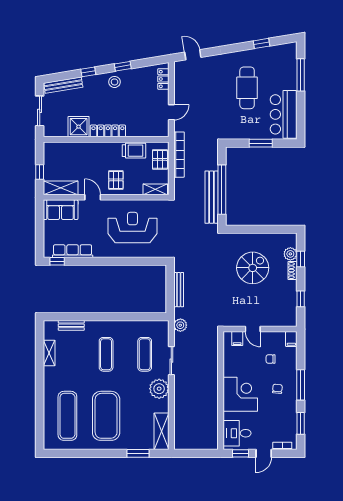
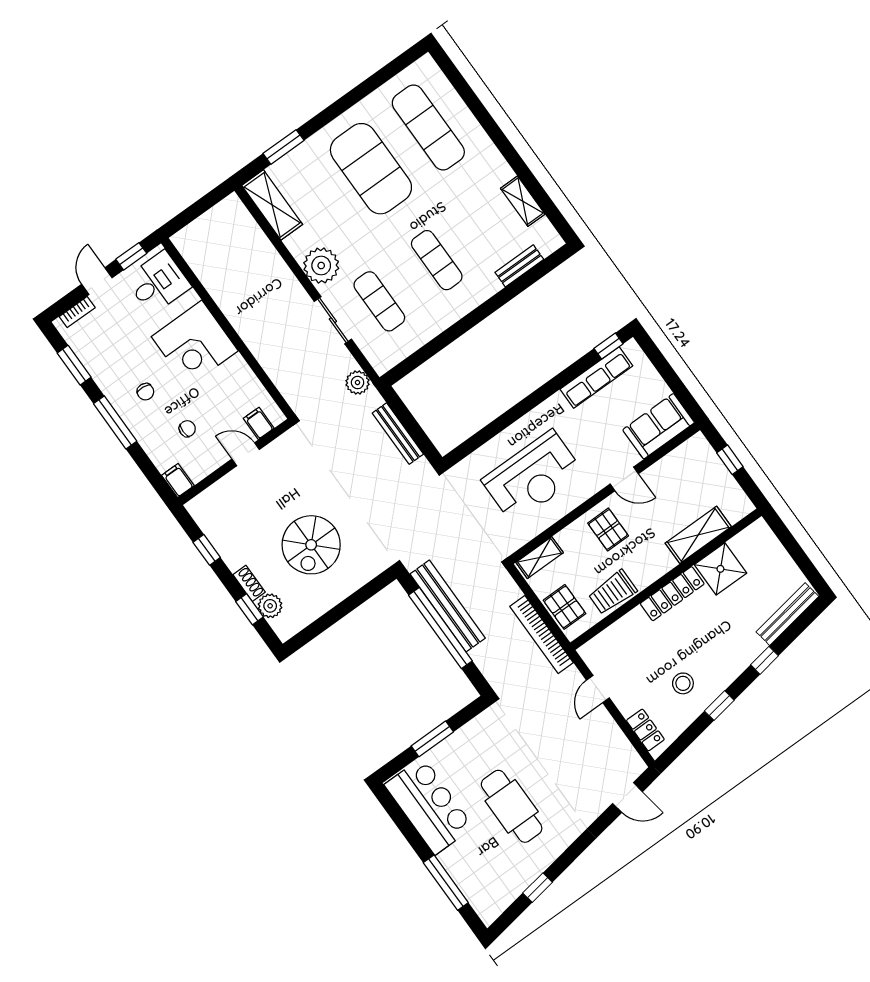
stool: (115, 82) -> (683, 683), moved
sliding door: (40, 111) -> (795, 551), removed
shelving: (61, 188) -> (698, 535), moved

